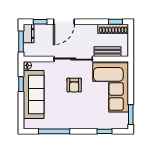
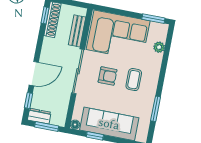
door: (64, 22) -> (34, 74), hinge flipped
coffee table: (75, 108) -> (134, 80), added
plant: (107, 124) -> (159, 47), added
window: (54, 131) -> (156, 109), width x0.69
window: (104, 131) -> (167, 52), removed

